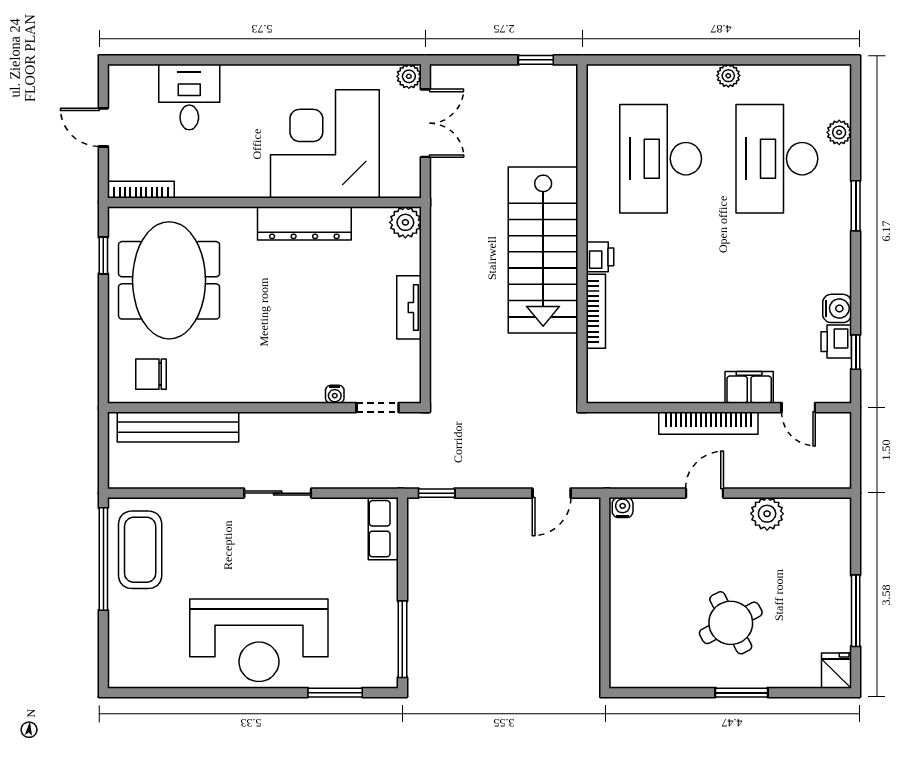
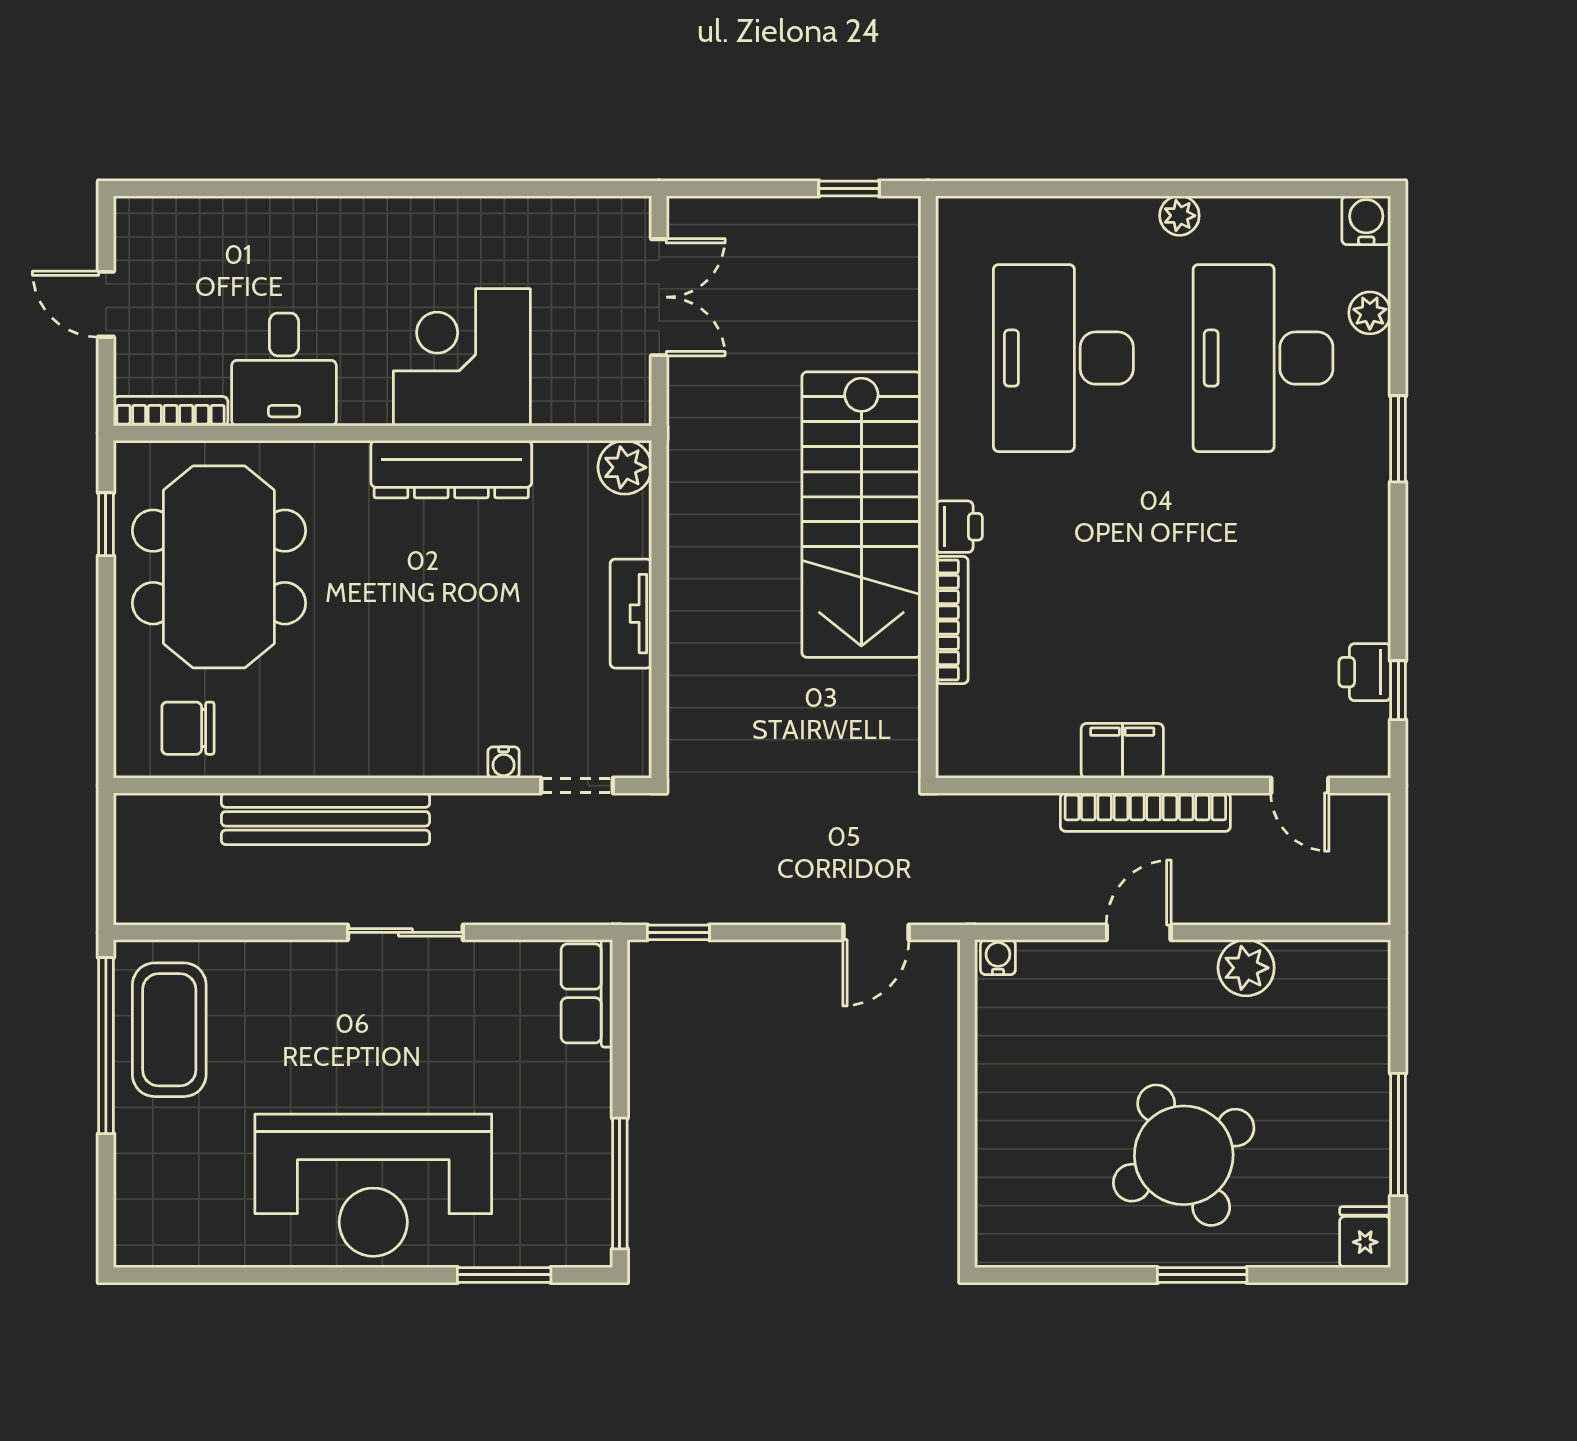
plant: (409, 76) -> (631, 217), removed
desk: (189, 97) -> (284, 369), moved, turned 180
corner desk: (325, 144) -> (462, 357), width x0.74, depth x0.74
water cooler: (837, 308) -> (1366, 220), moved, turned -90
filing cabinet: (749, 387) -> (1122, 751), moved
bench: (178, 427) -> (326, 819), moved
round table: (731, 623) -> (1184, 1155), width x1.36, depth x1.36

